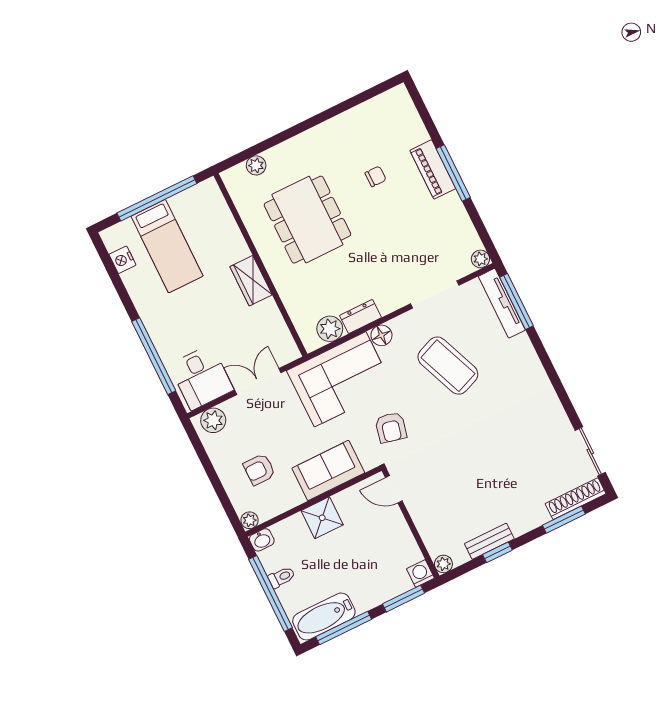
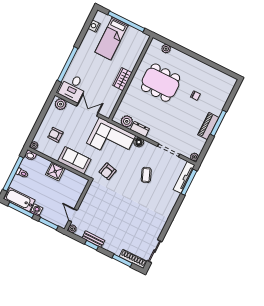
piano: (433, 169) -> (208, 126), moved
dining table: (307, 220) -> (161, 83), turned 90
coffee table: (448, 366) -> (146, 175), width x0.54, depth x0.58
door: (394, 489) -> (73, 215), moved
washing machine: (420, 573) -> (37, 210), moved

